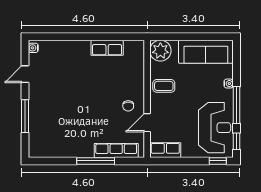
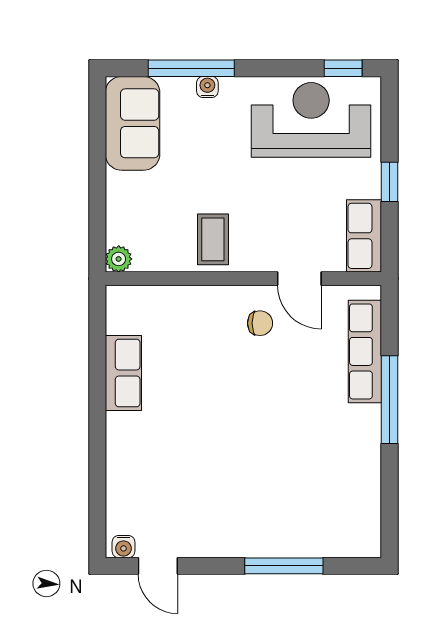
plant: (160, 51) -> (119, 259), width x0.53, depth x0.53
sofa: (206, 52) -> (133, 123), width x0.73
door: (25, 74) -> (158, 566), moved
window: (237, 105) -> (191, 68), moved
window: (218, 161) -> (390, 182), moved

